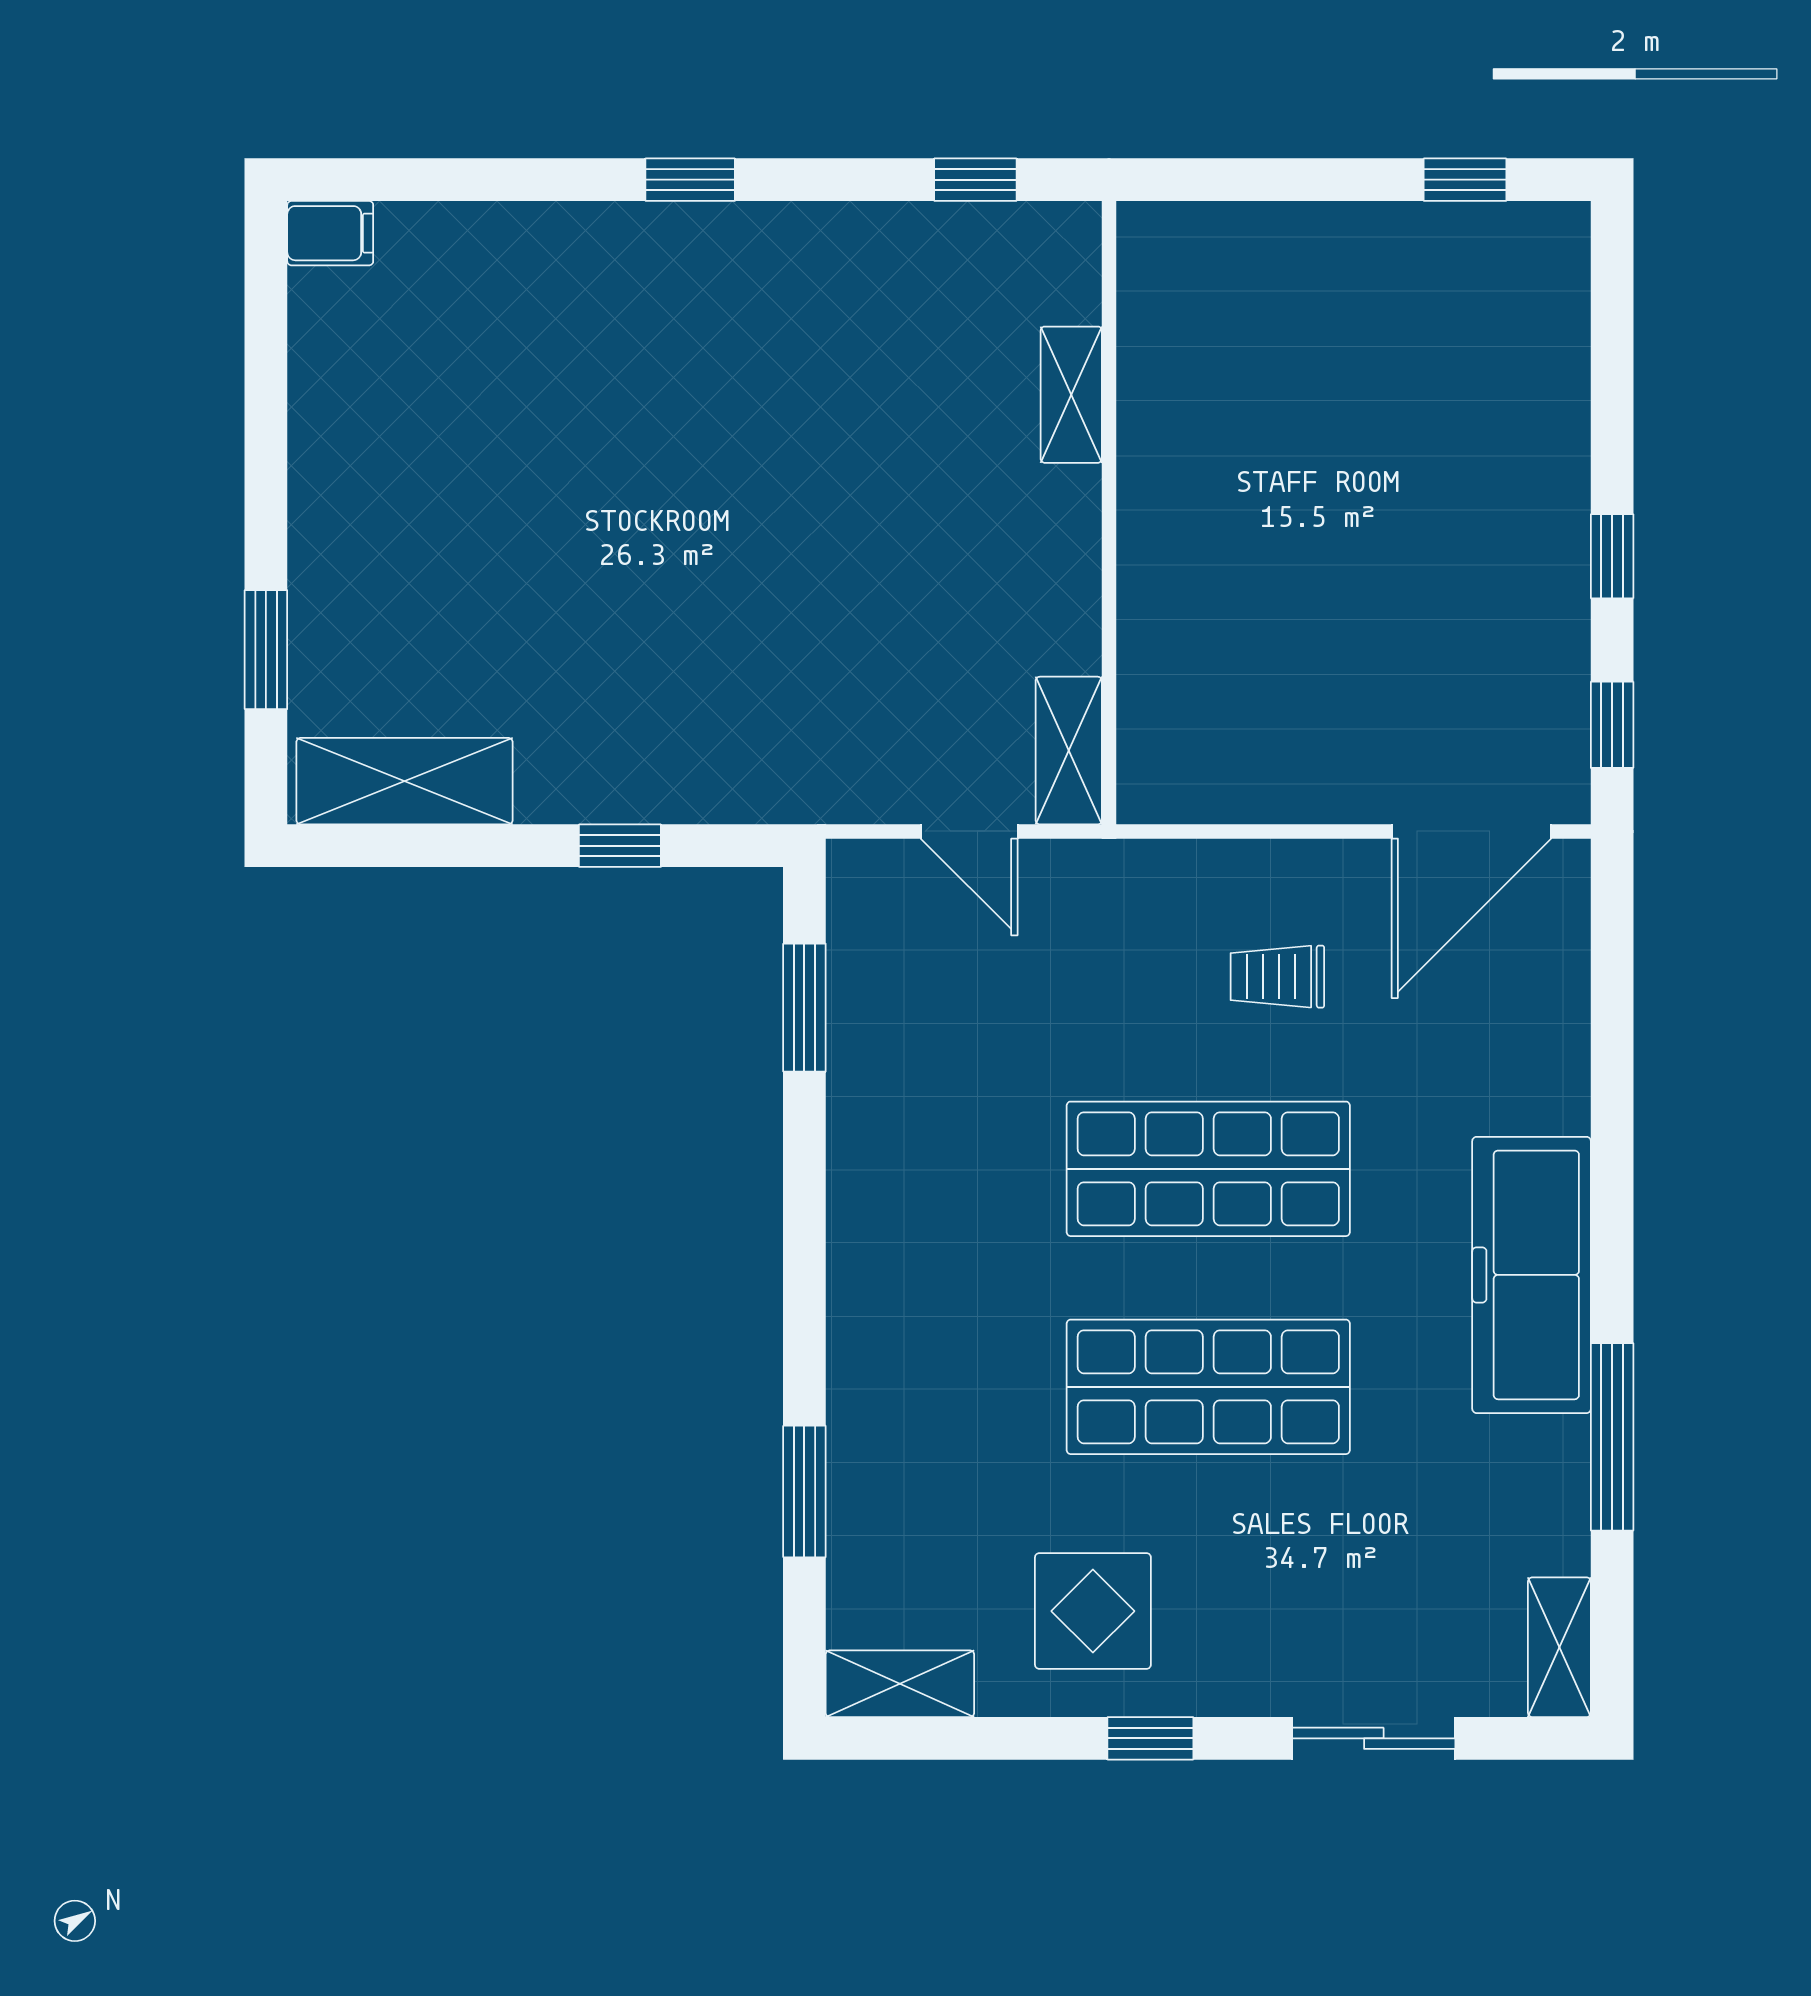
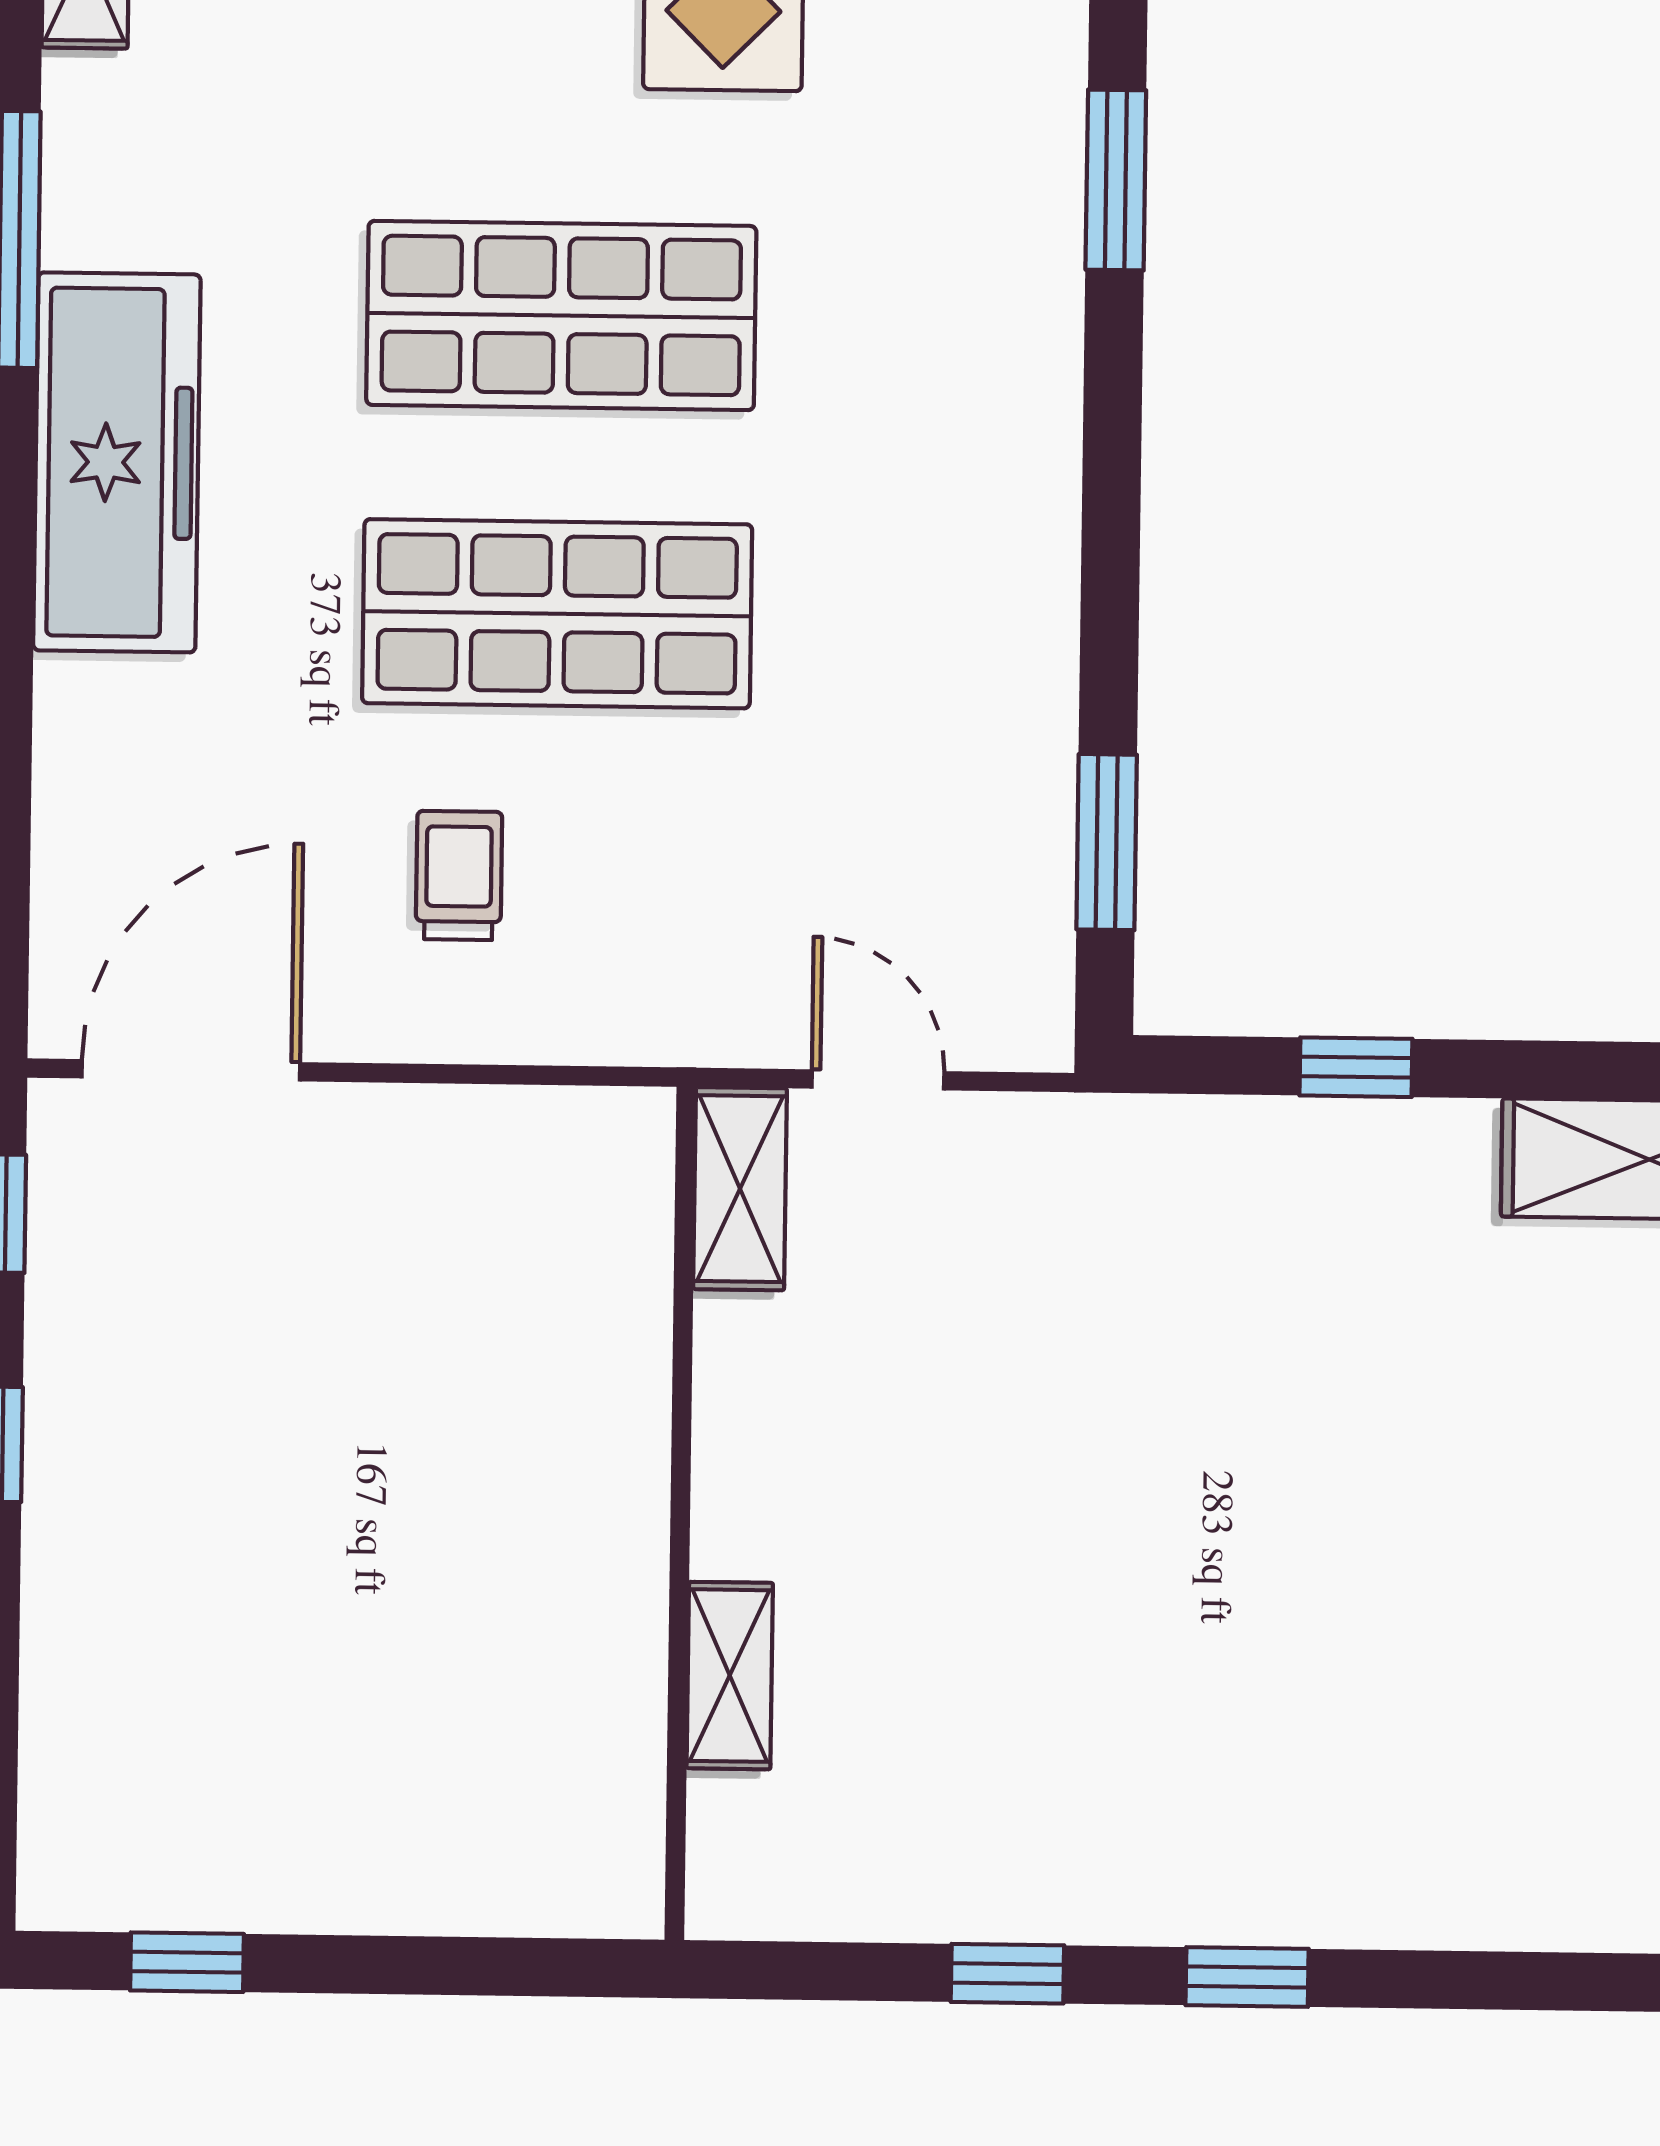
window: (975, 180) -> (1007, 1974), moved
trolley: (1277, 977) -> (459, 875), turned -90

